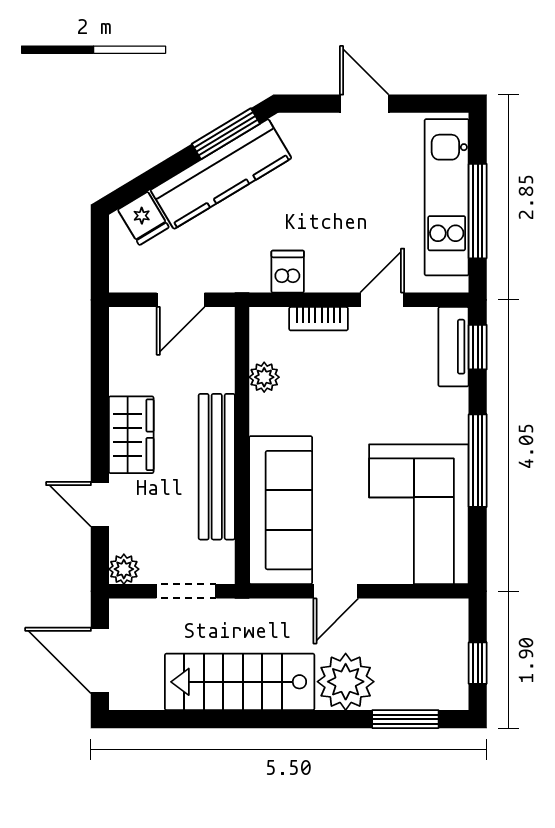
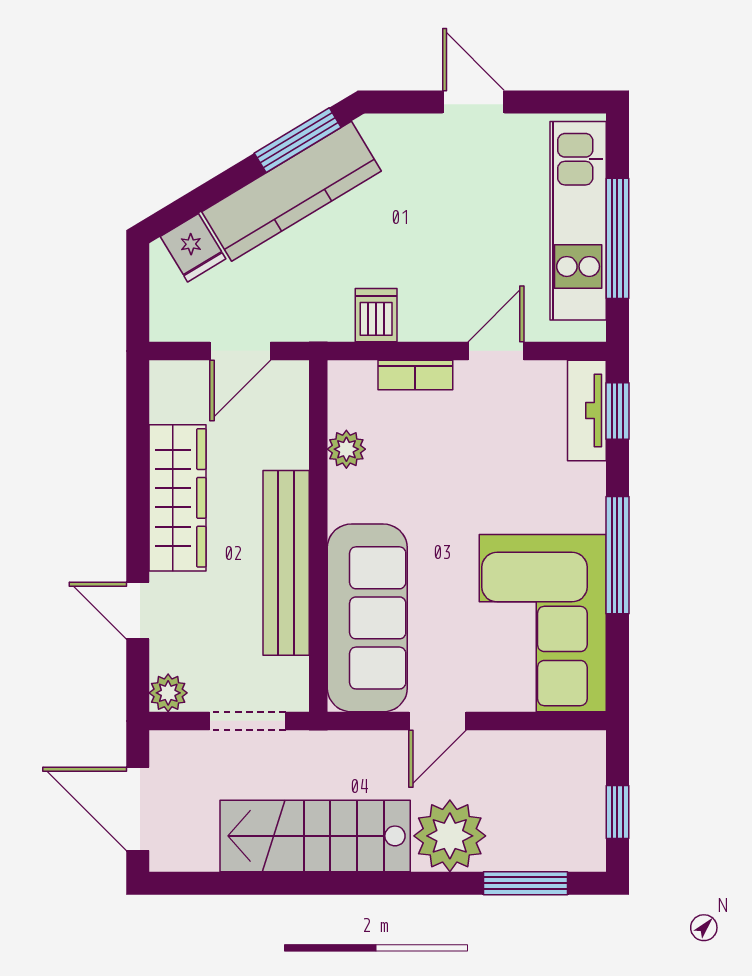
wardrobe: (131, 435) -> (178, 498), width x1.50

